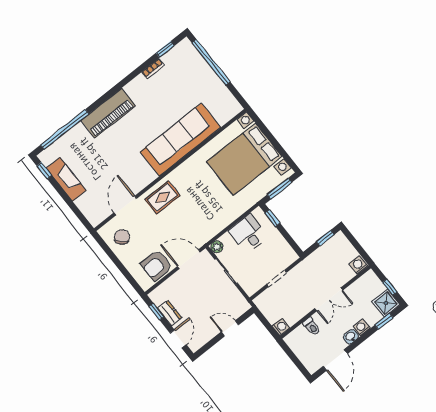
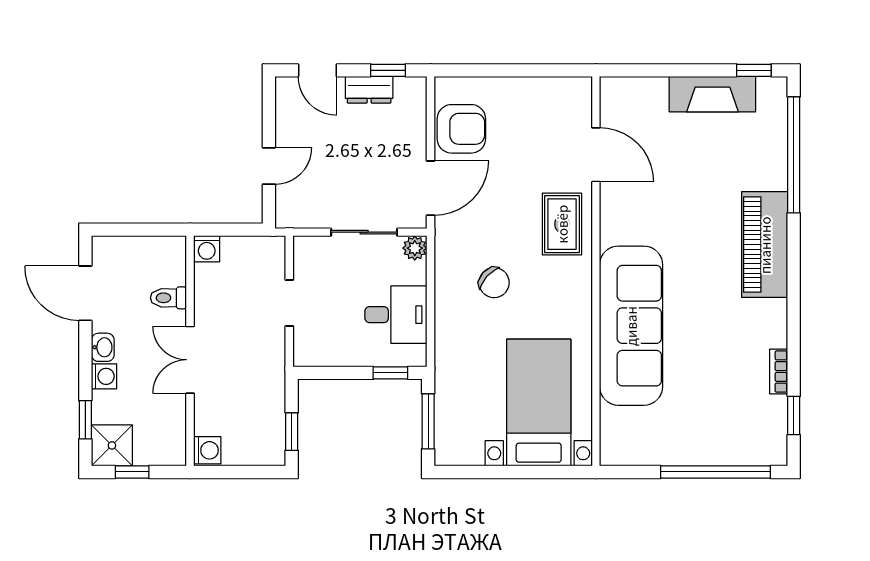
bed with nightstands: (244, 159) -> (539, 403), width x0.73
chair: (122, 237) -> (494, 283), moved
armchair: (157, 265) -> (461, 129), turned 90

